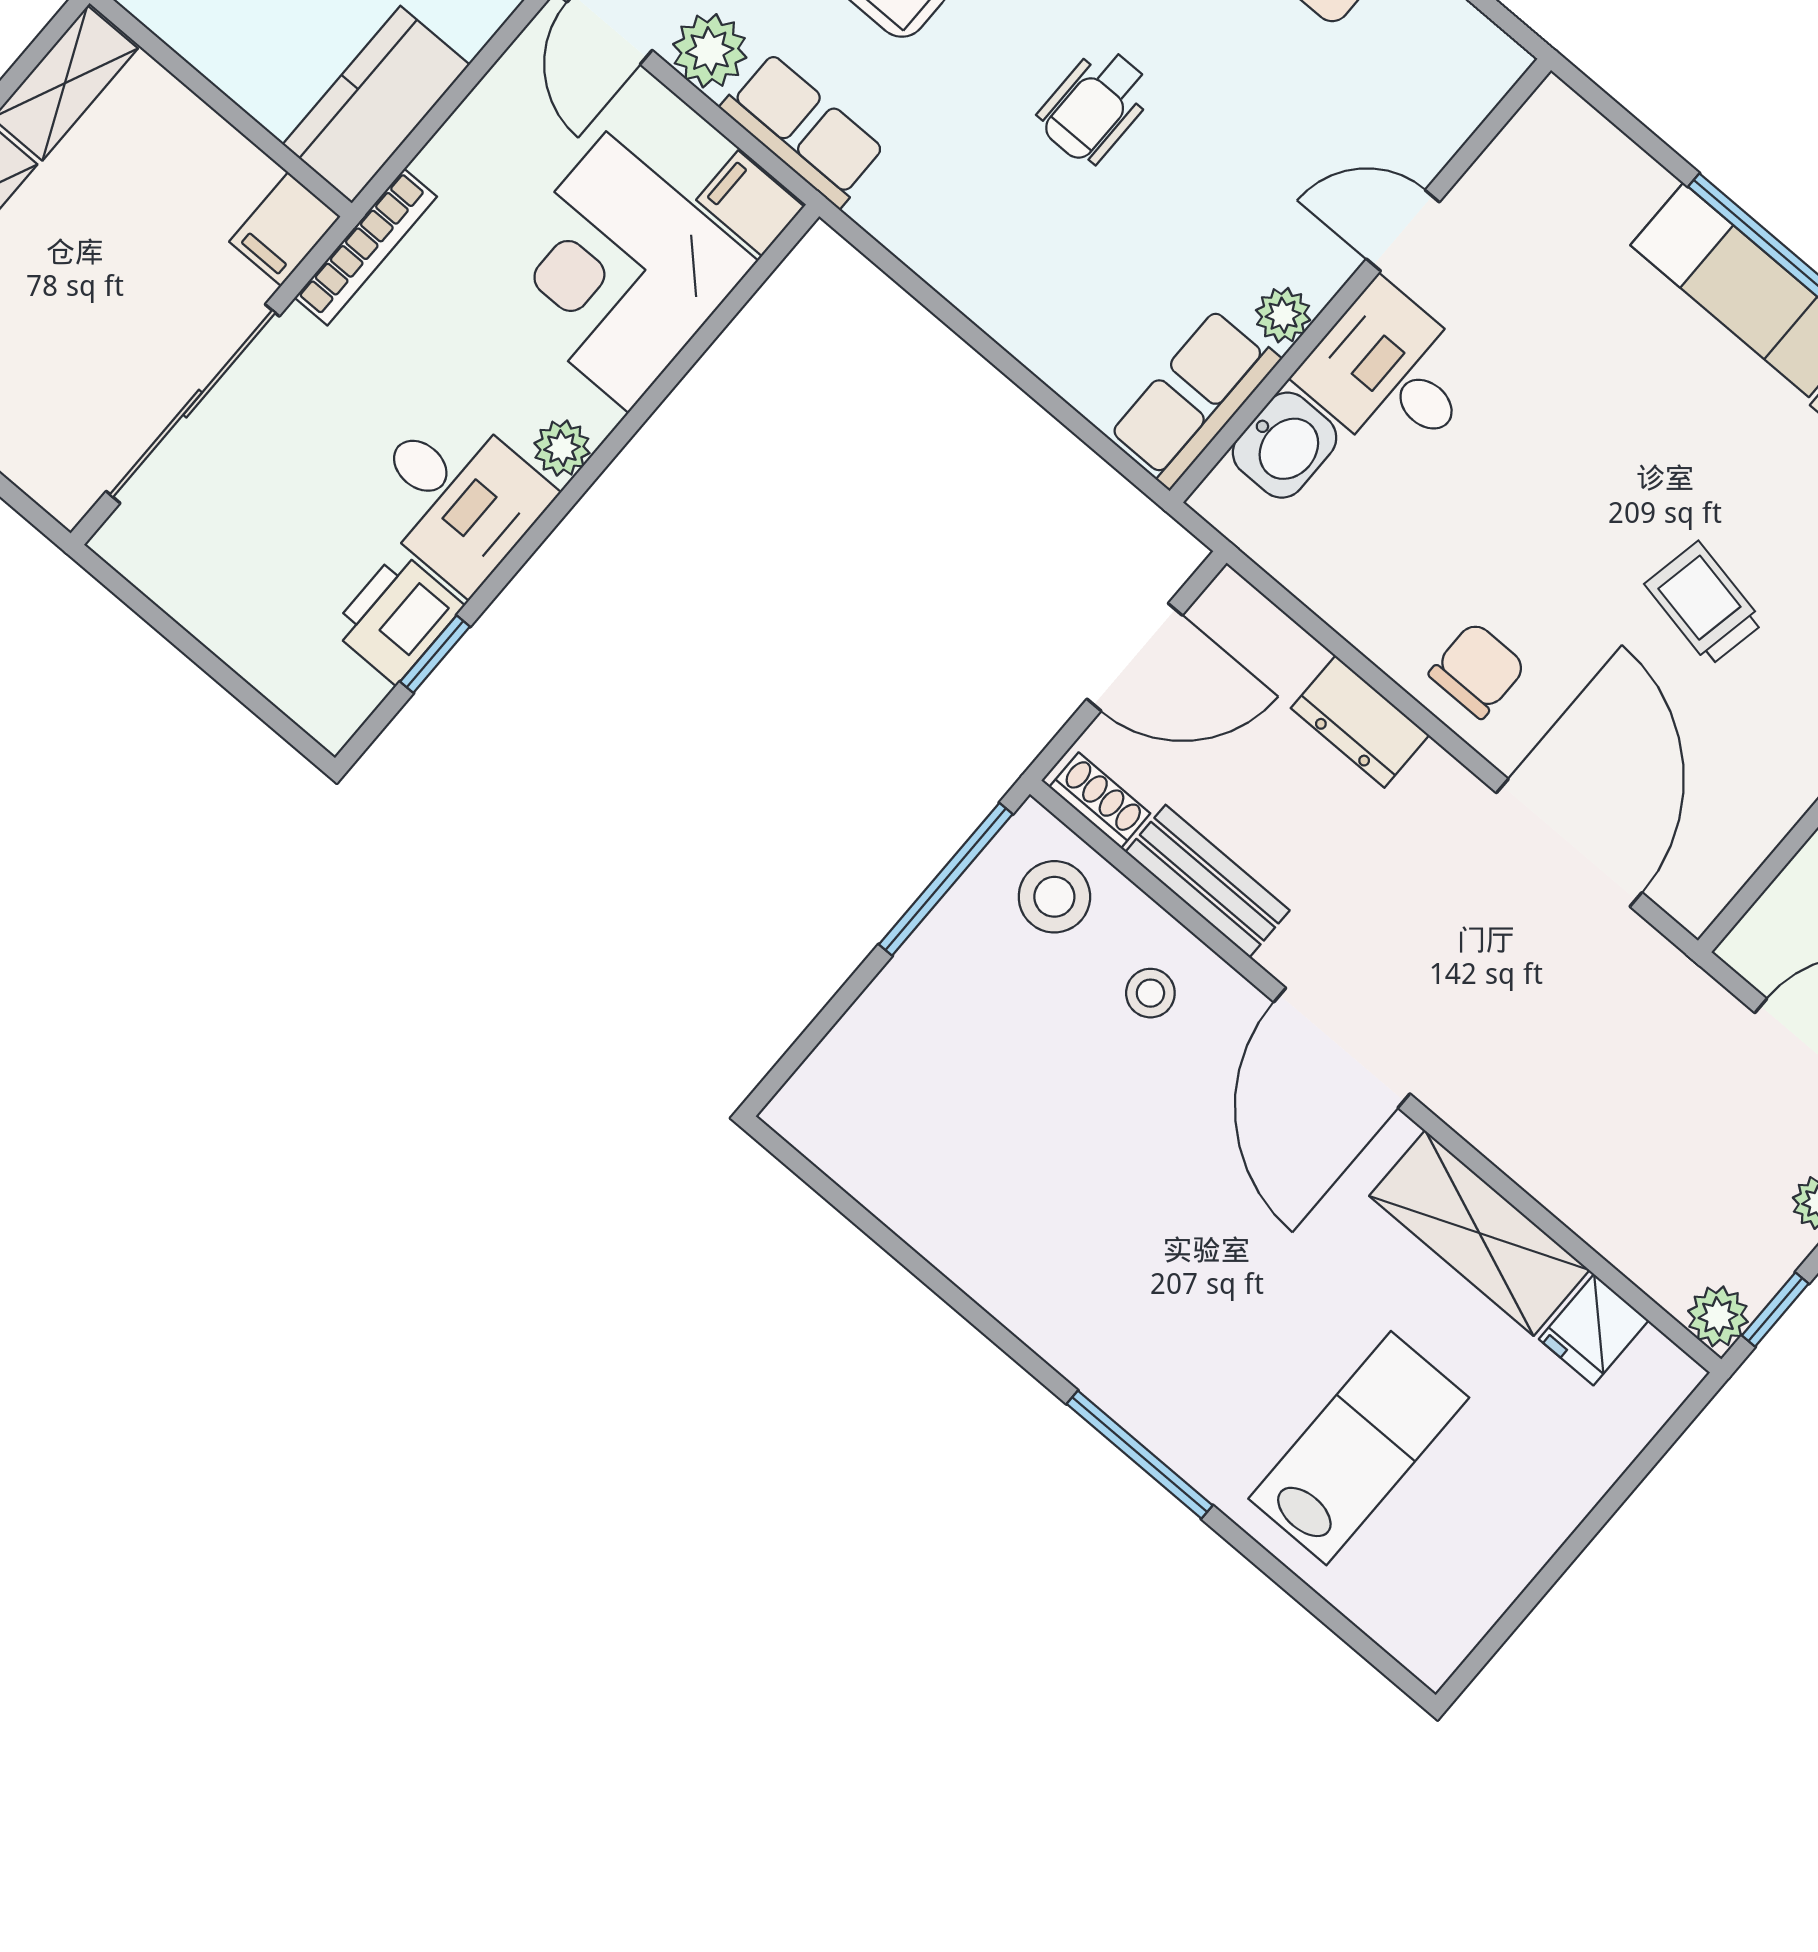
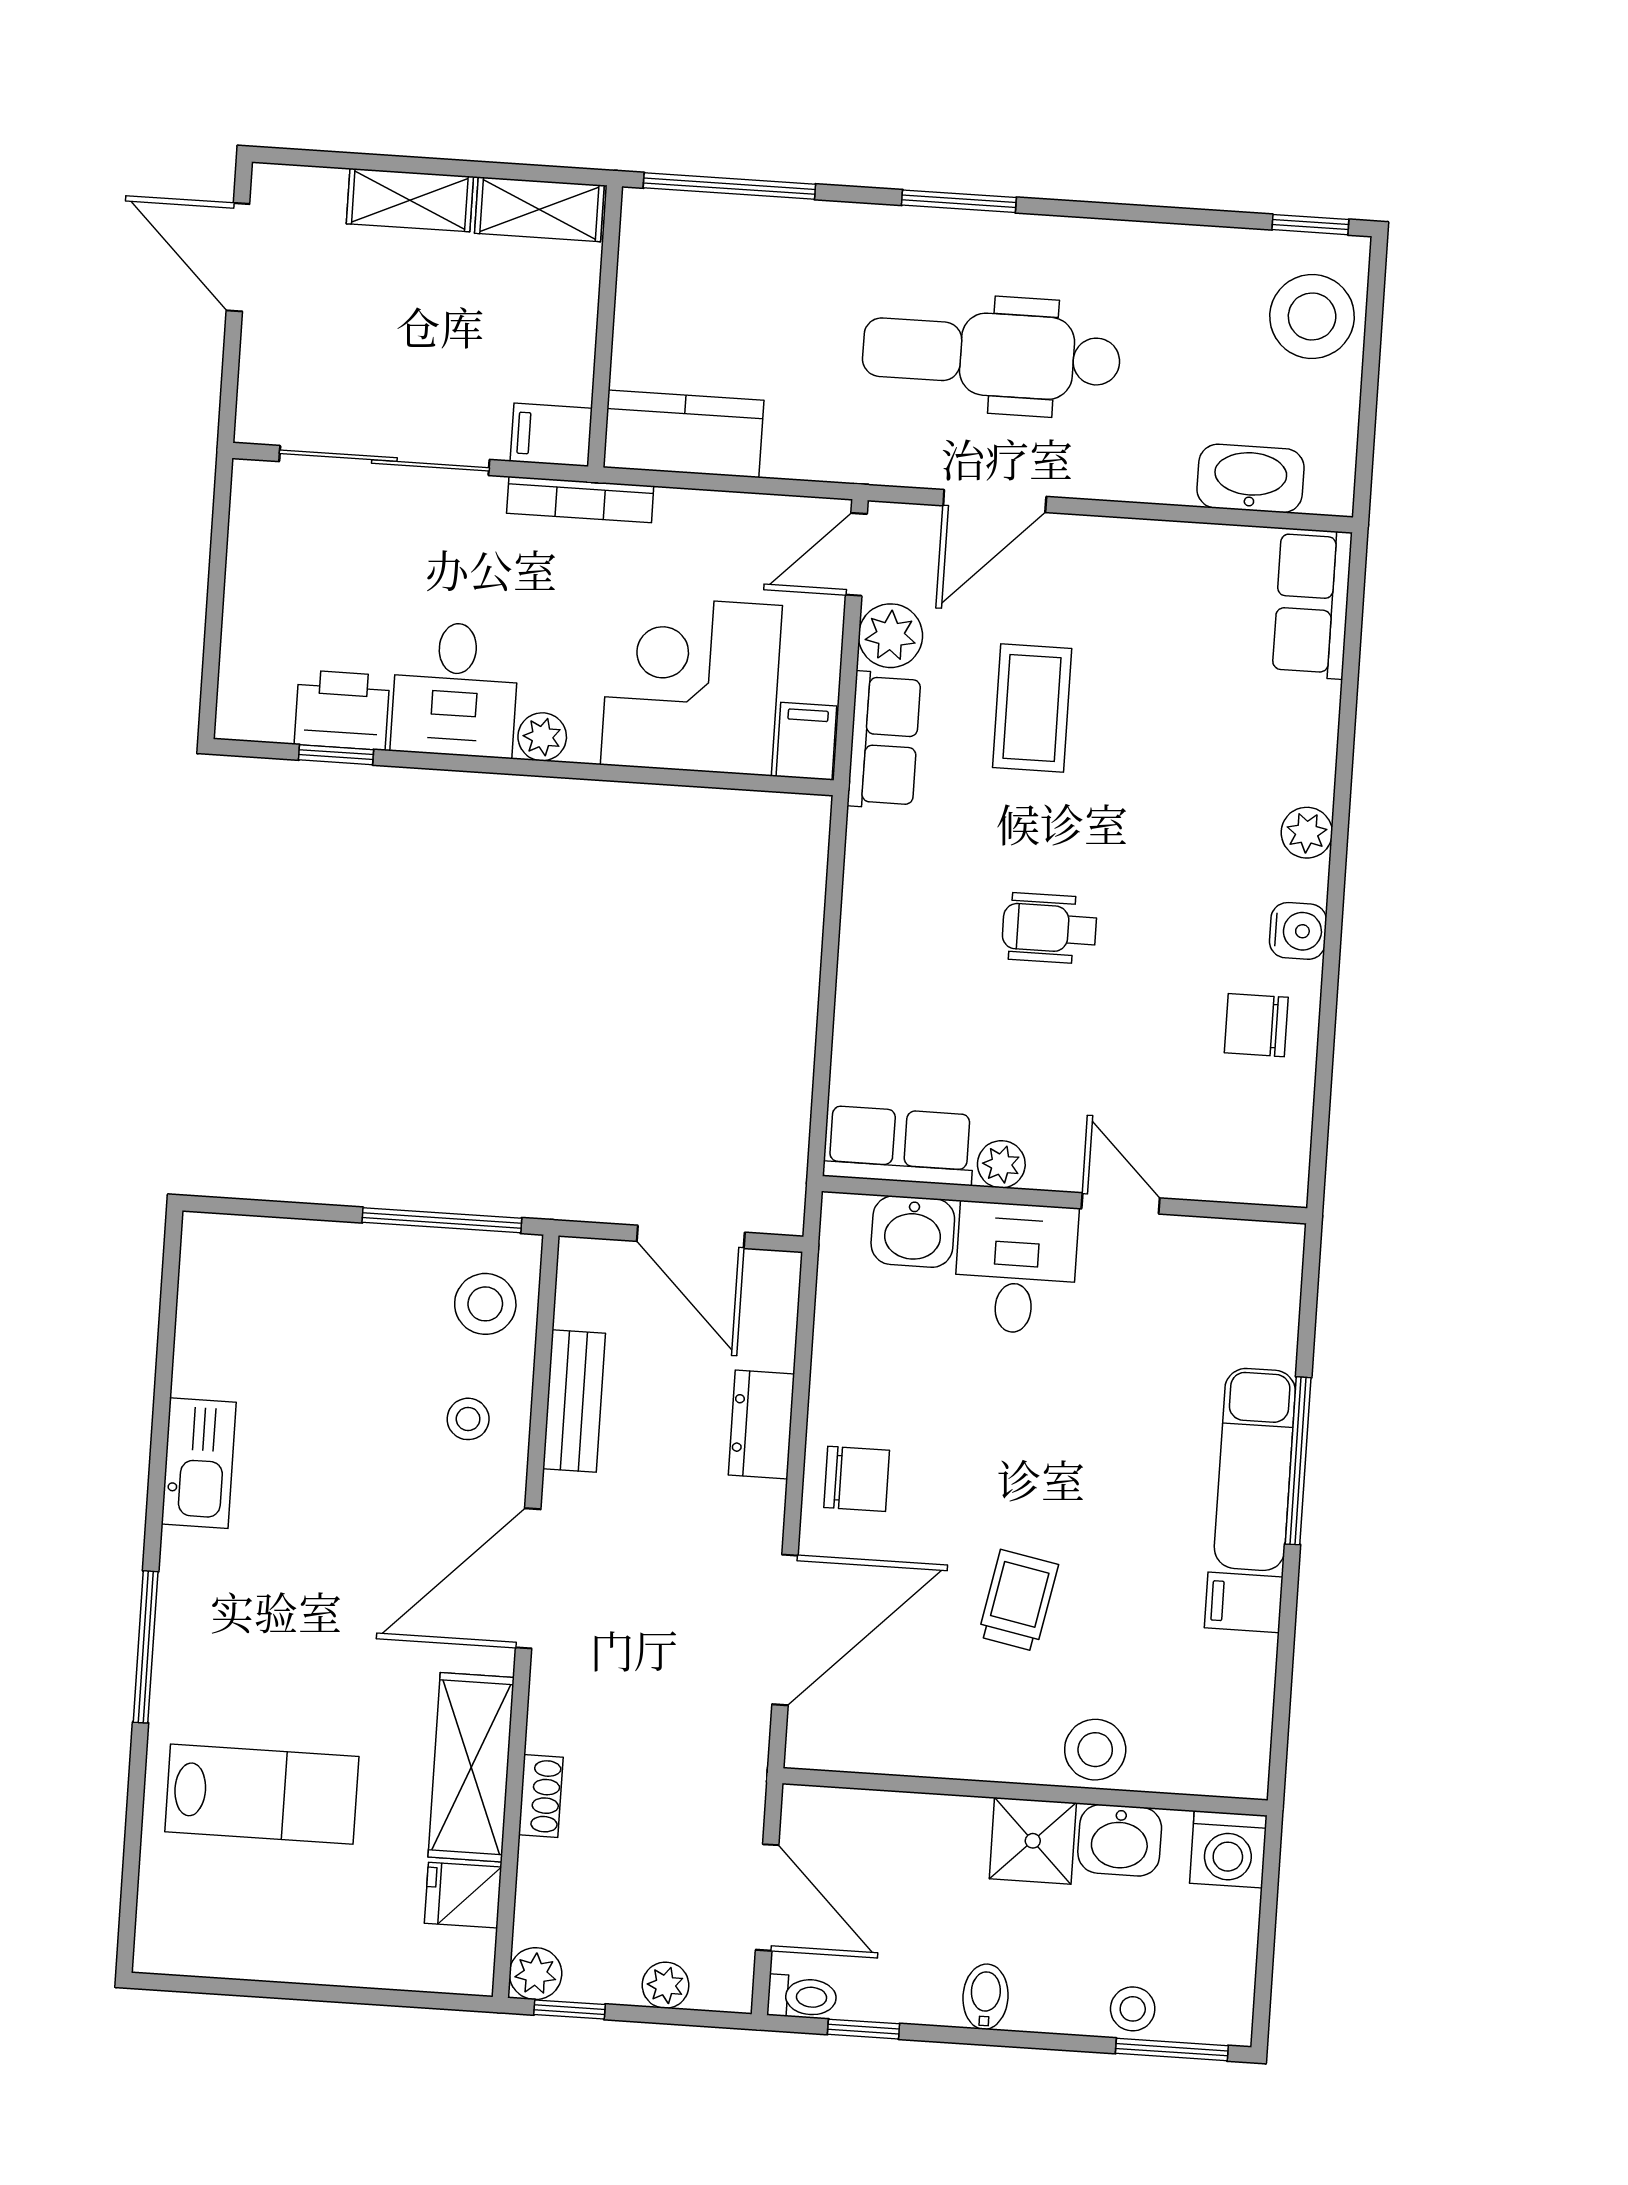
shoe rack: (1100, 800) -> (541, 1796), moved
kitchen sink: (1004, 1277) -> (199, 1463), added

